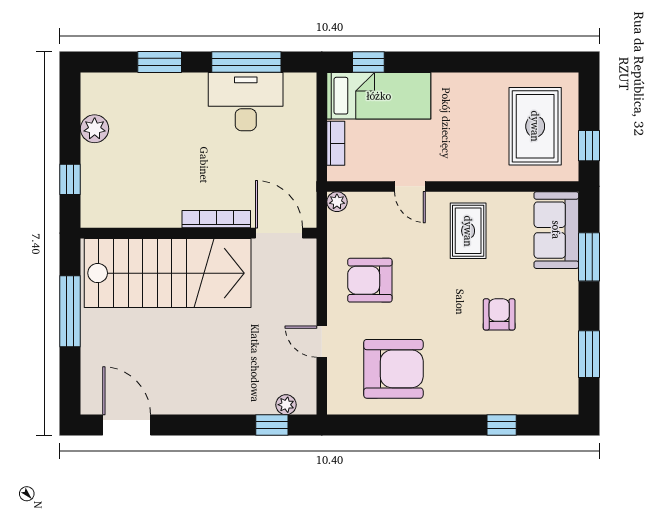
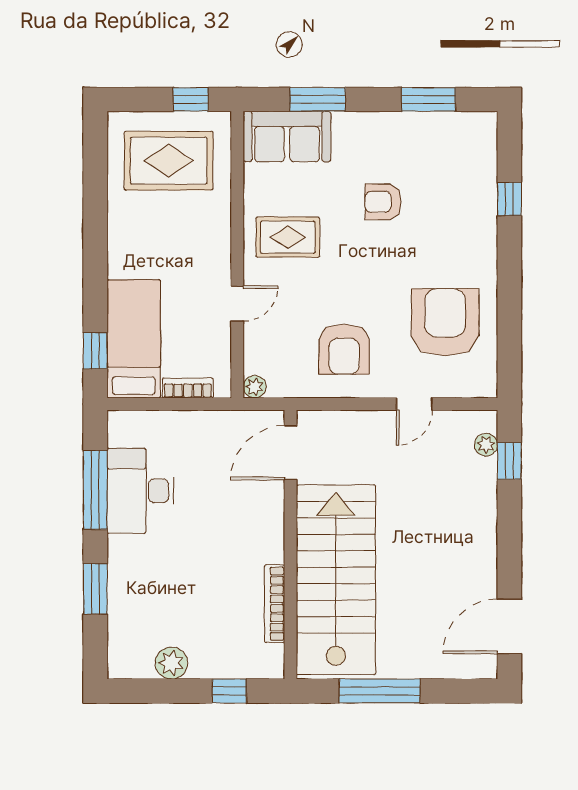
bookcase: (216, 219) -> (275, 604), moved

